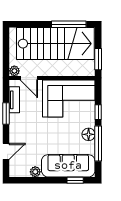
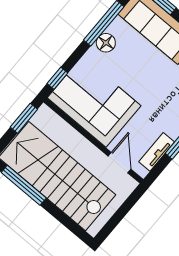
plant: (14, 71) -> (129, 184), removed
window: (98, 112) -> (57, 78), moved

